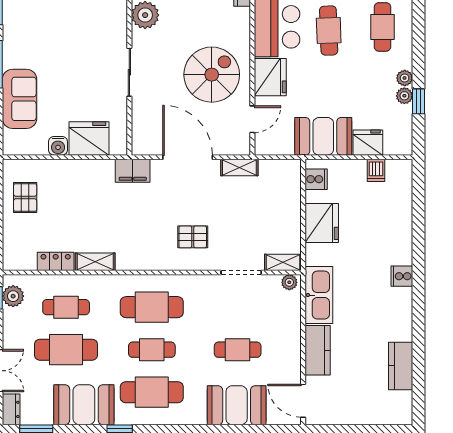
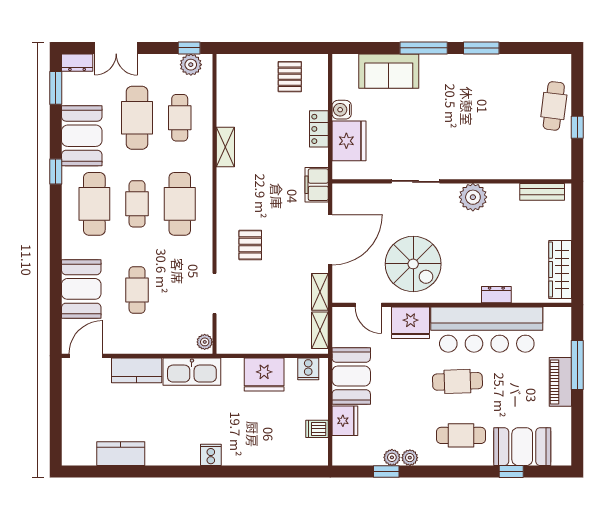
pallet: (25, 198) -> (290, 77), turned 90
locker: (56, 261) -> (319, 129), moved, turned 180
shelving: (283, 262) -> (320, 330), moved

